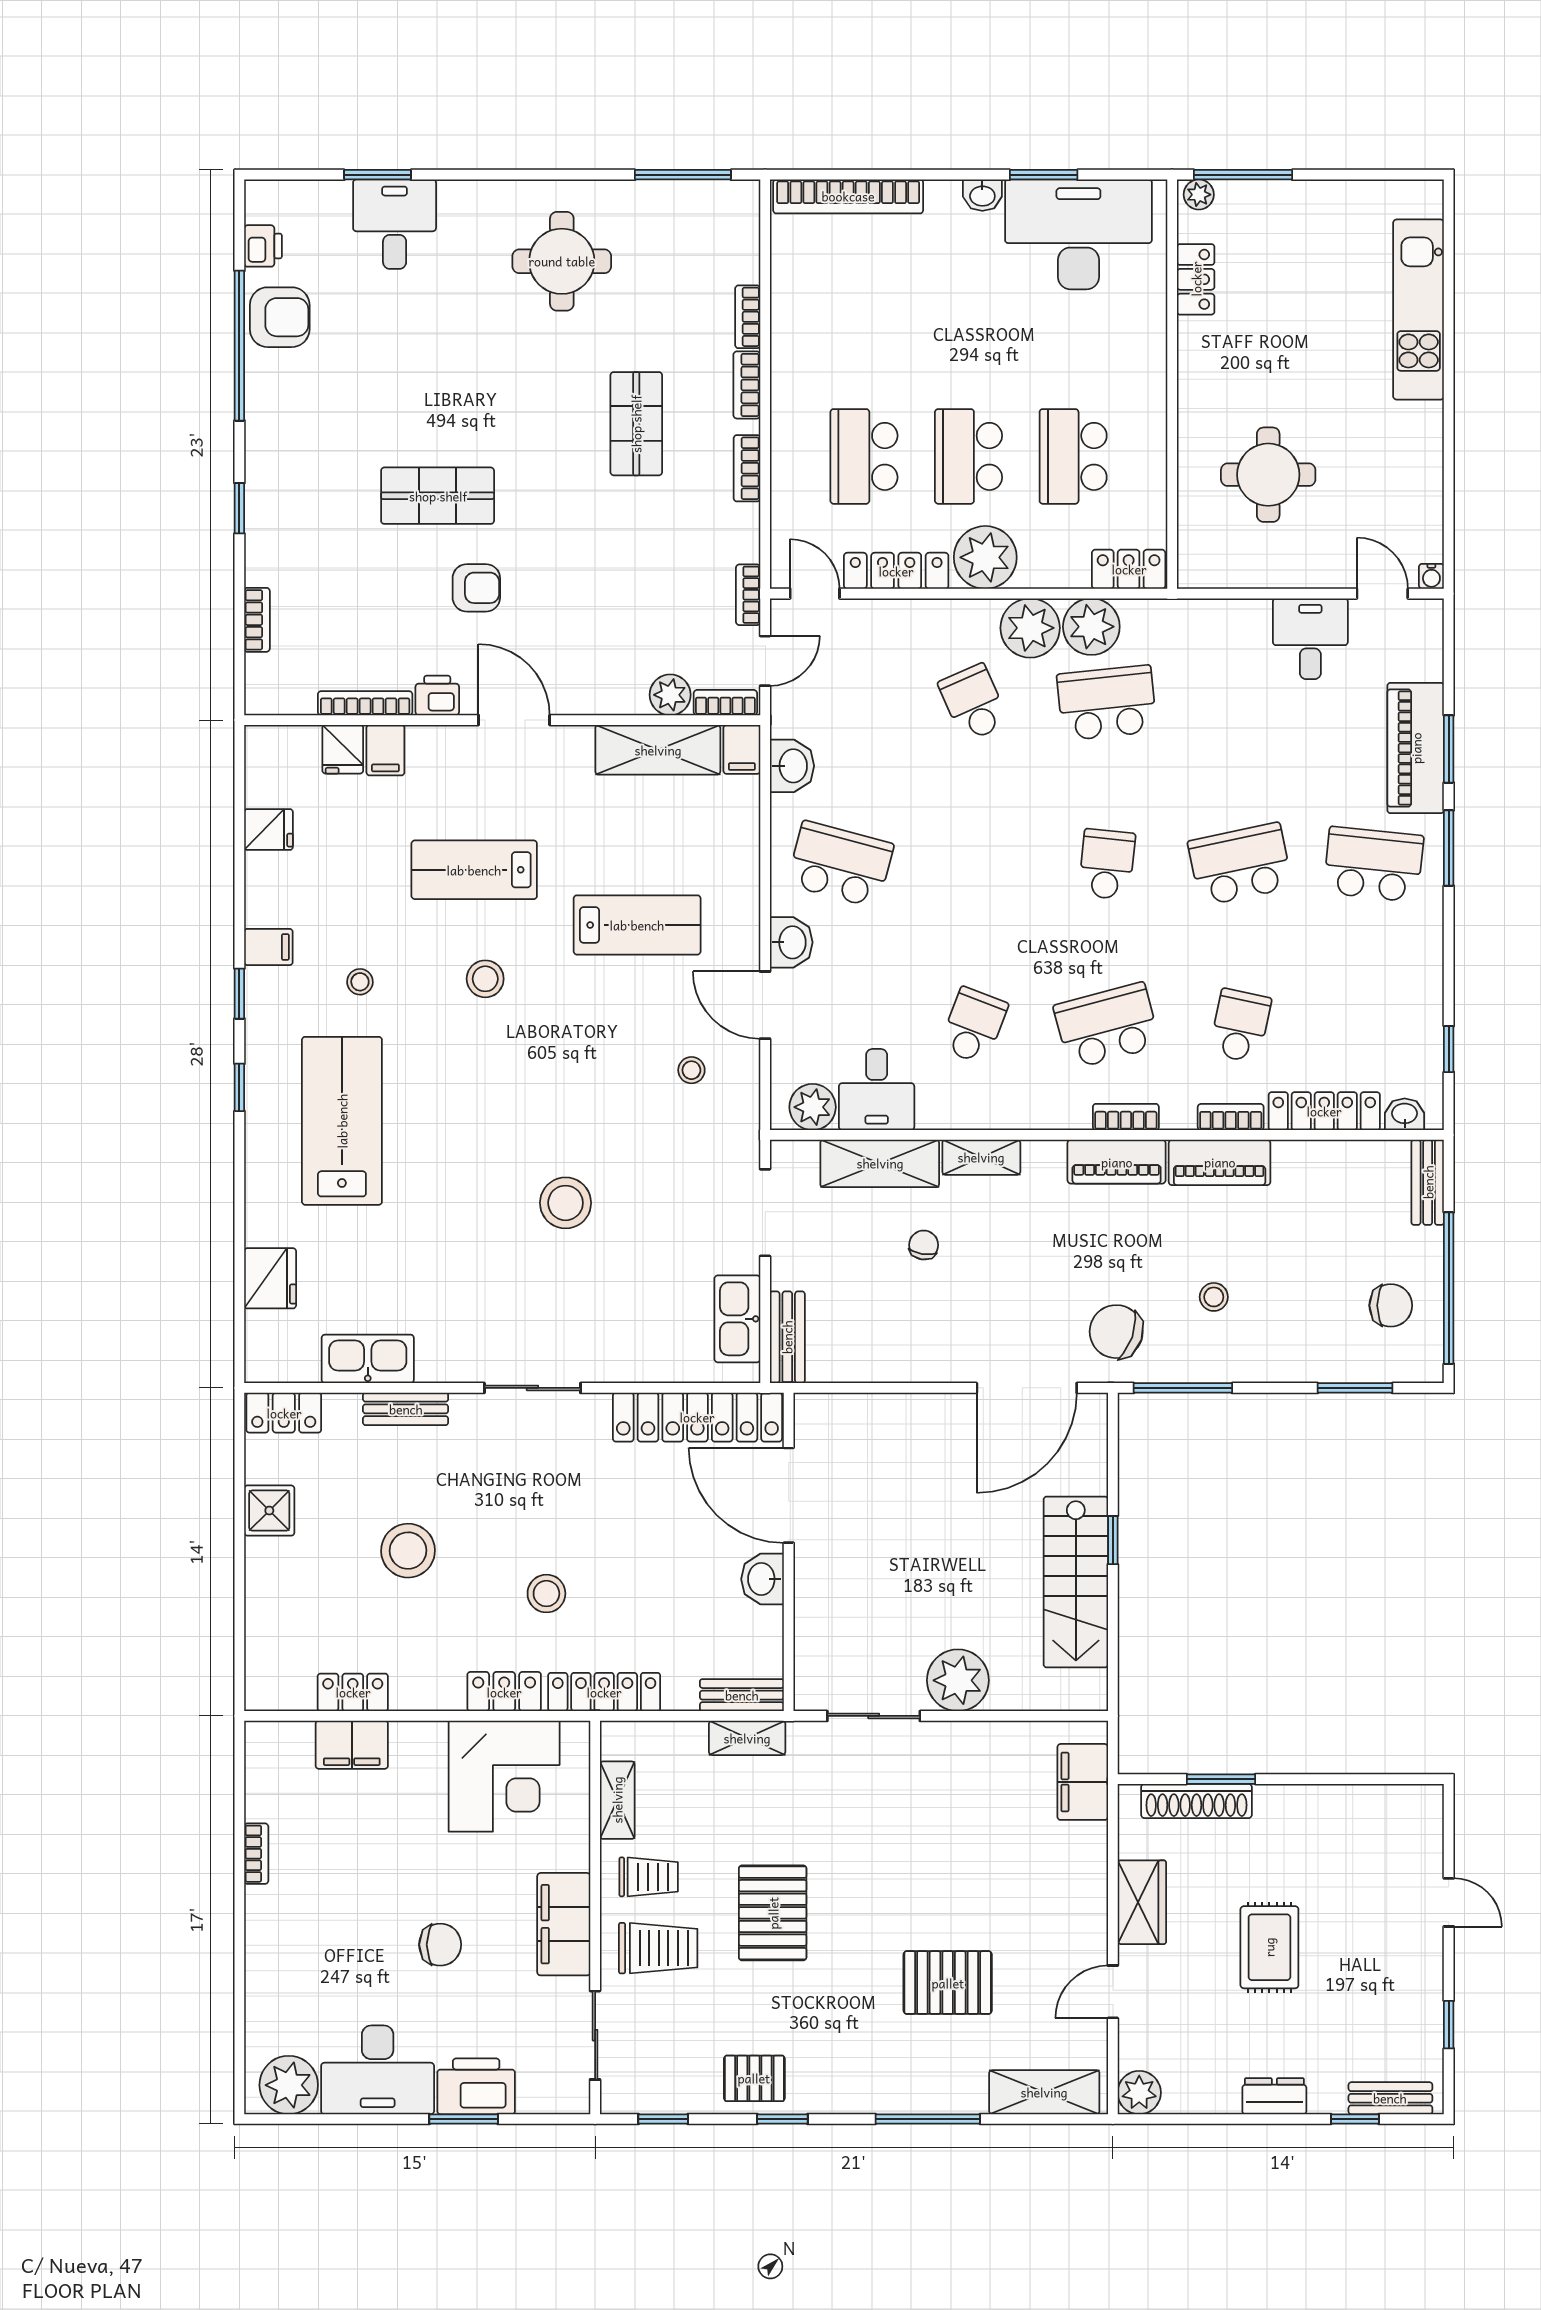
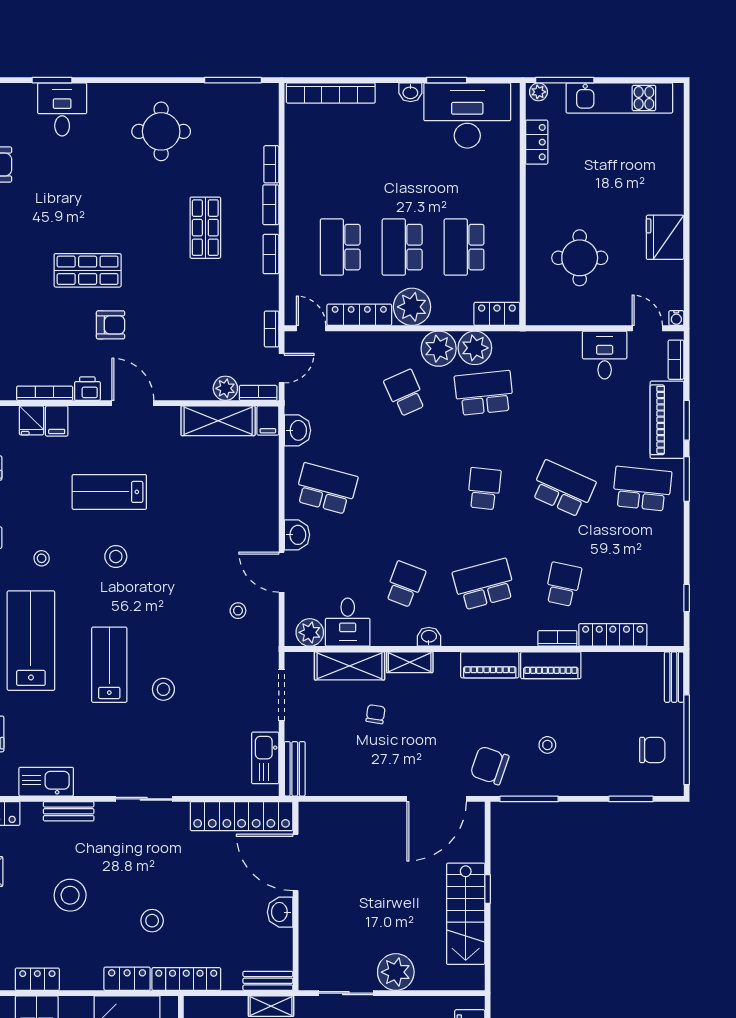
kitchen unit: (1419, 310) -> (619, 98), moved, turned -90
fridge: (1412, 440) -> (665, 237), added
school desk: (1240, 864) -> (563, 489), turned 36
lab bench: (637, 925) -> (109, 665), moved, turned -90
washbasin: (1405, 1114) -> (429, 637), moved
bookcase: (1126, 1117) -> (676, 360), moved, turned -90
stool: (566, 1203) -> (163, 689), width x0.73, depth x0.73

